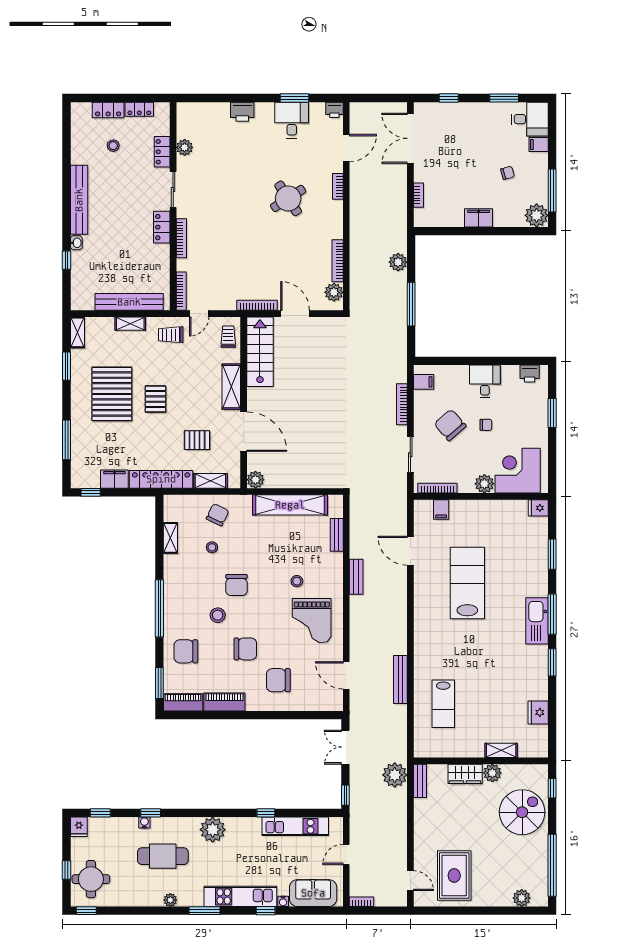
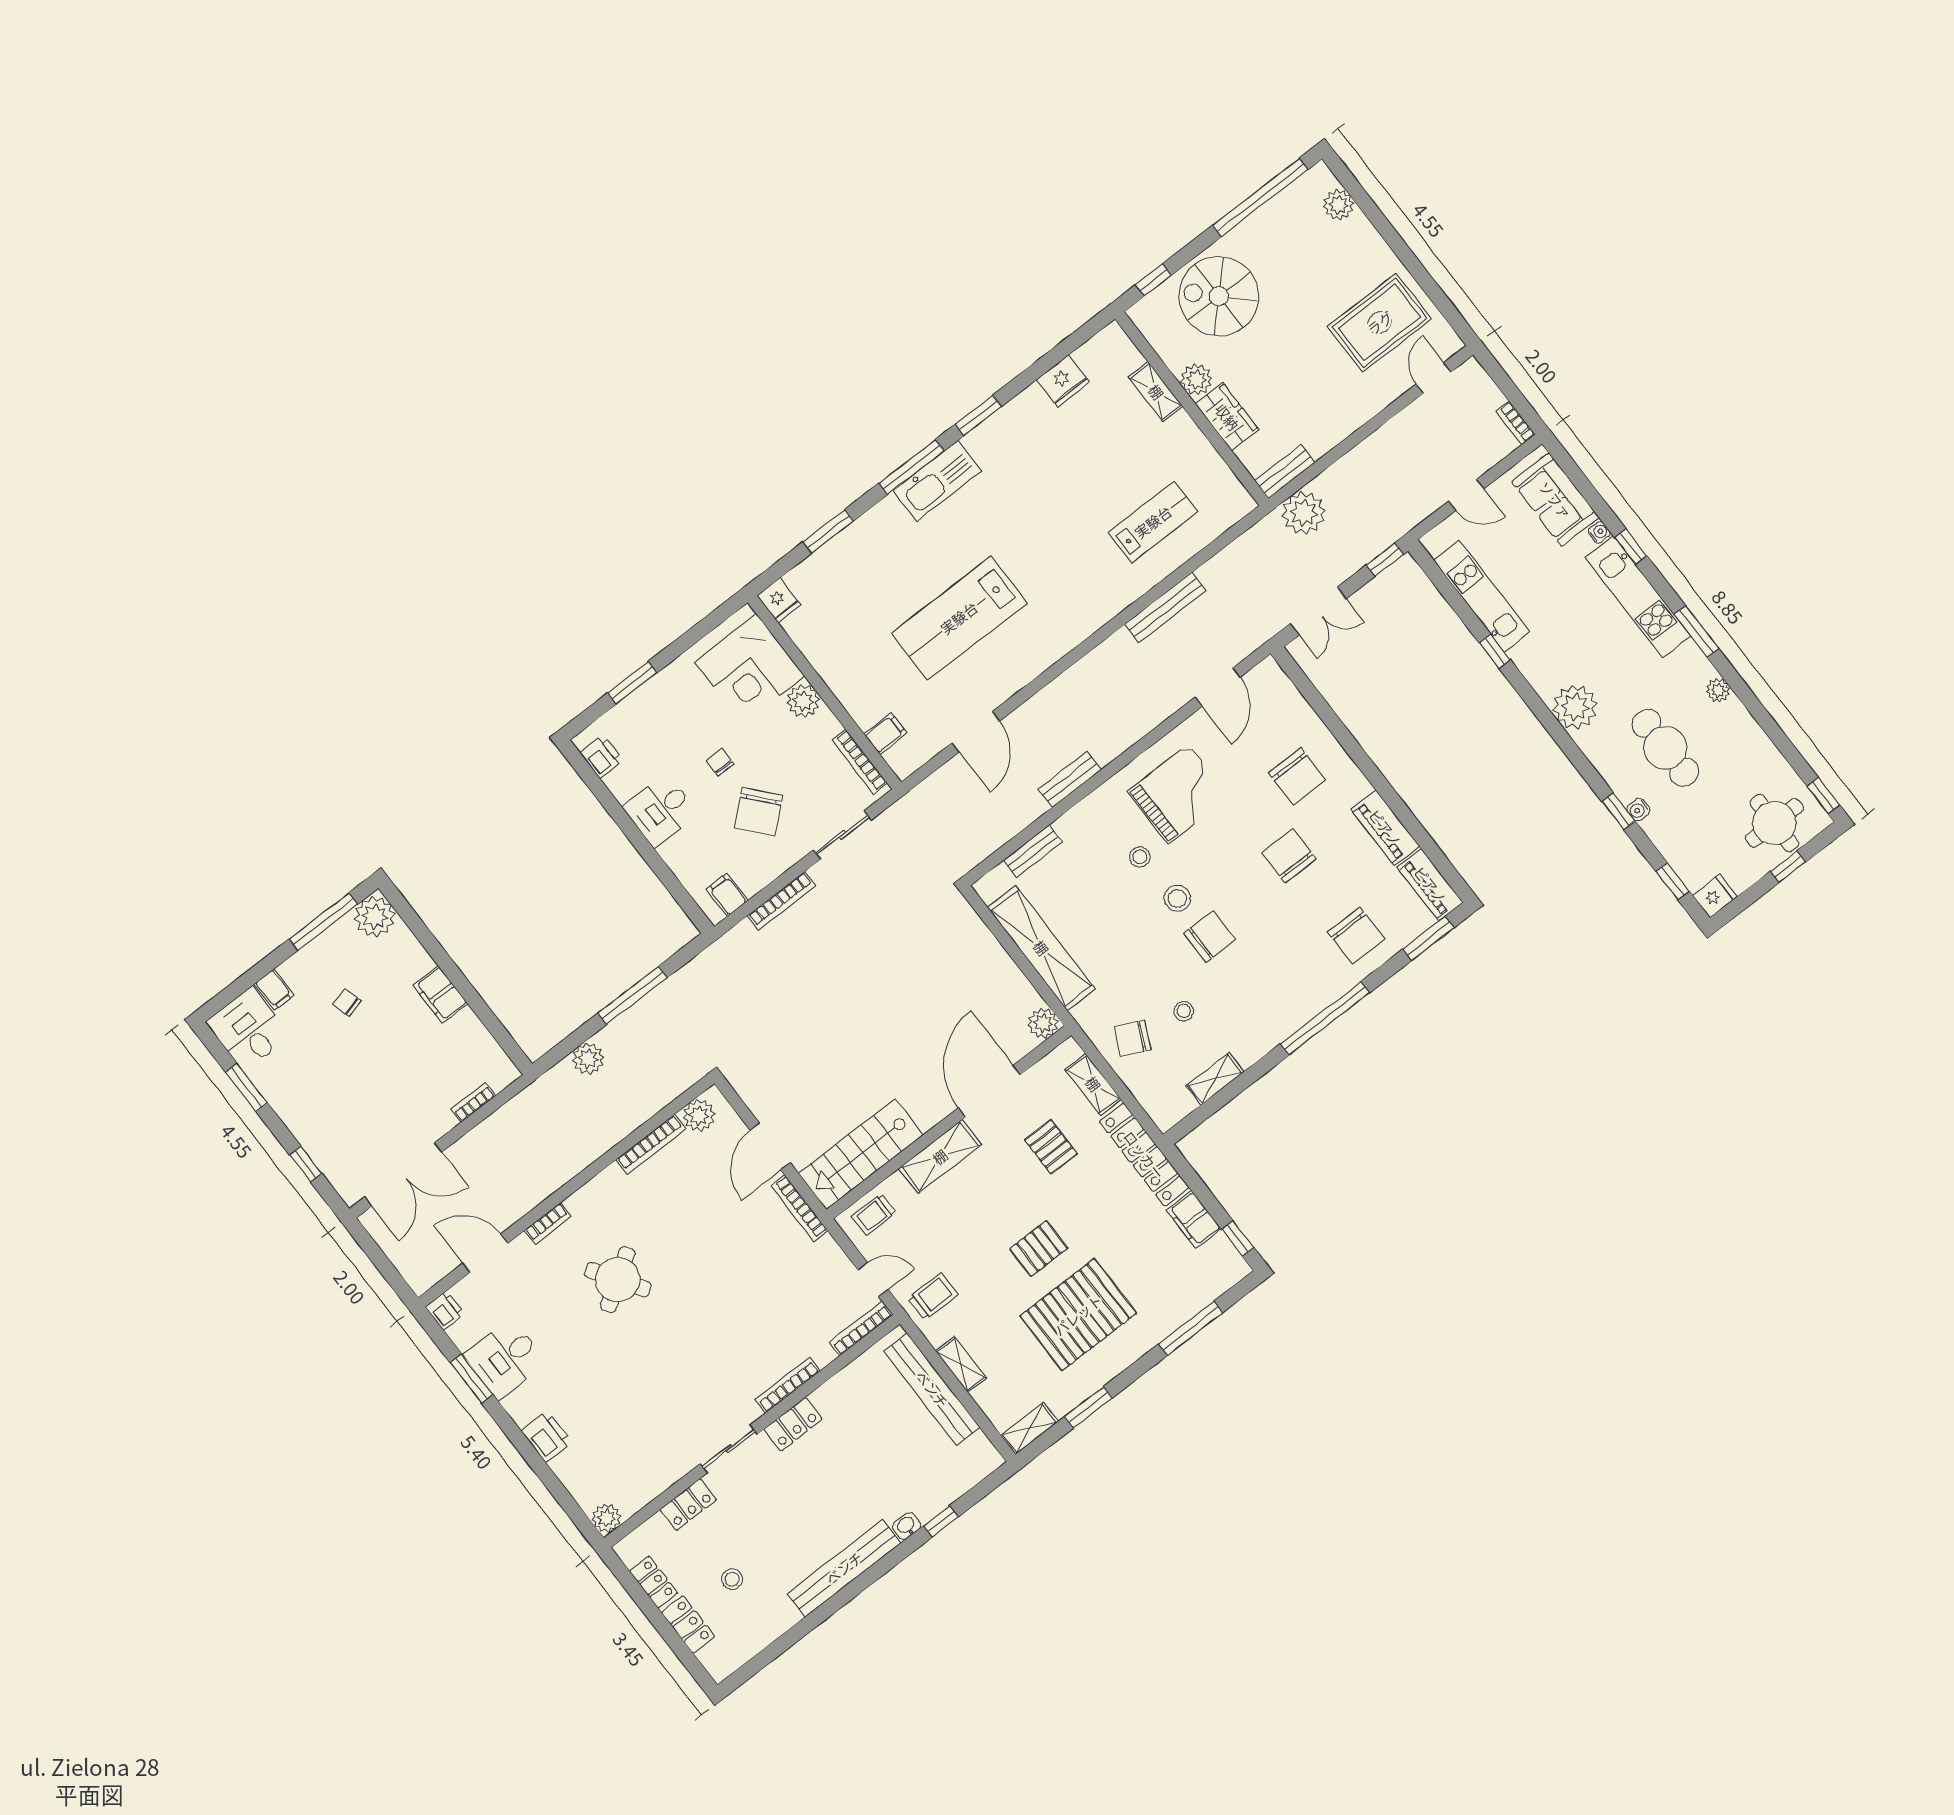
plant: (185, 147) -> (606, 1518), moved
trolley: (171, 335) -> (933, 1296), turned -90
stool: (218, 615) -> (1177, 898), moved

